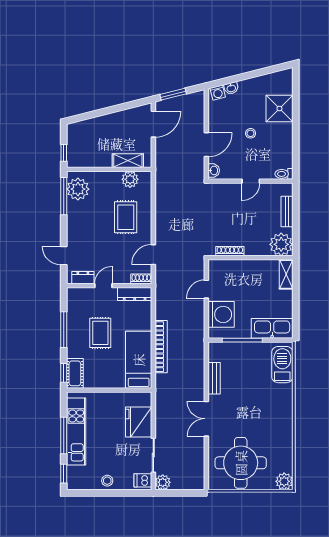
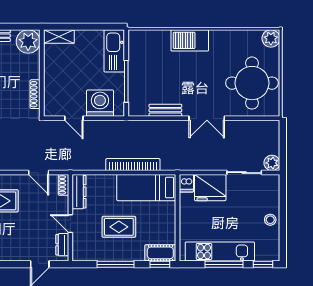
barbecue: (282, 365) -> (190, 40), moved
dishwasher: (143, 480) -> (186, 183), moved

